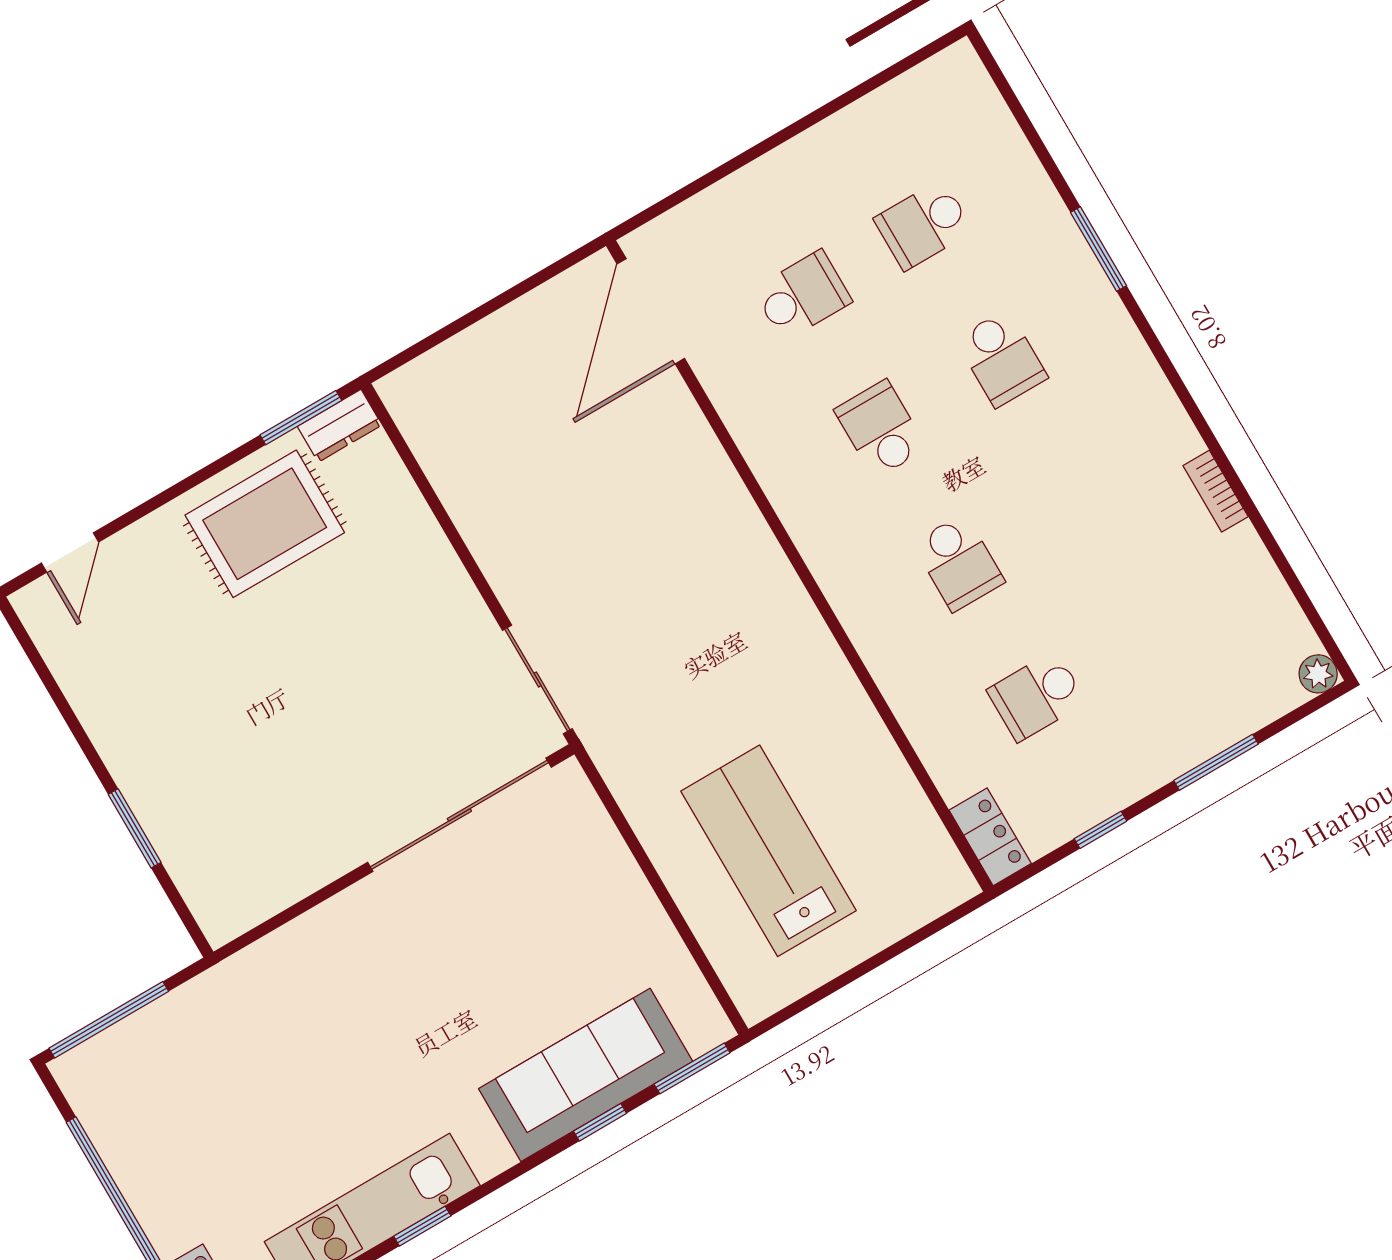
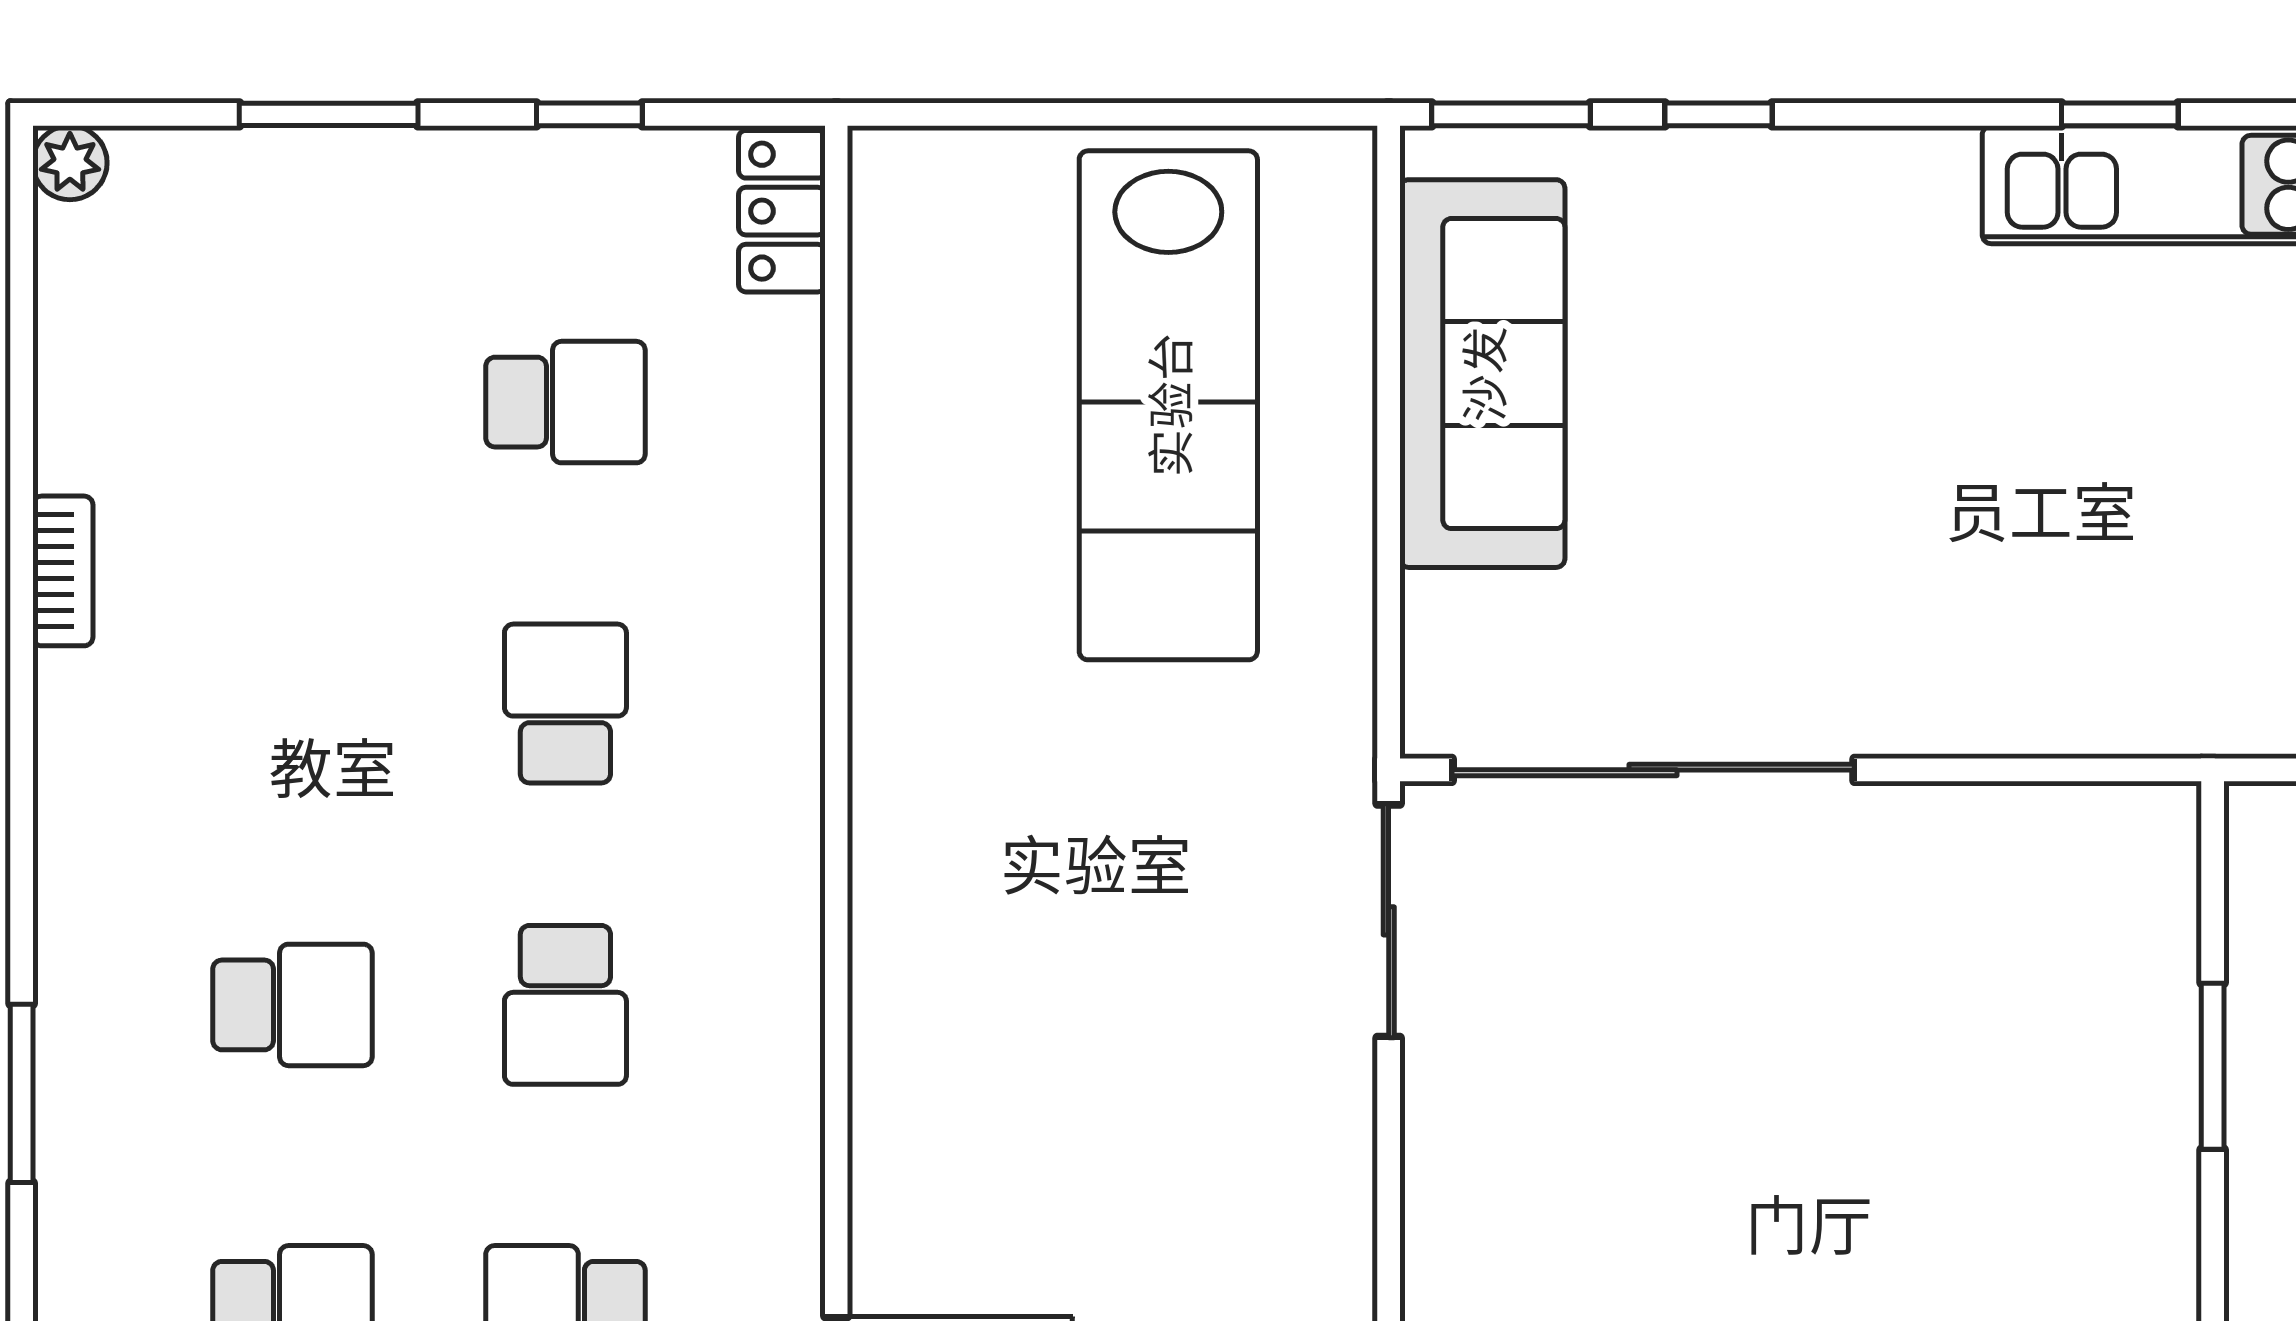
school desk: (1001, 358) -> (292, 1005), turned 90
lab bench: (769, 851) -> (1168, 405), width x1.36
sofa: (586, 1075) -> (1482, 374), moved, turned -90

